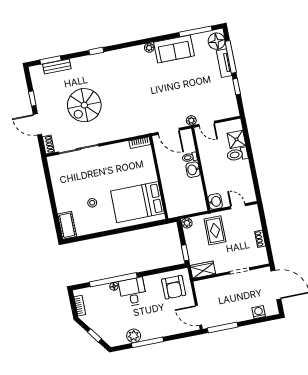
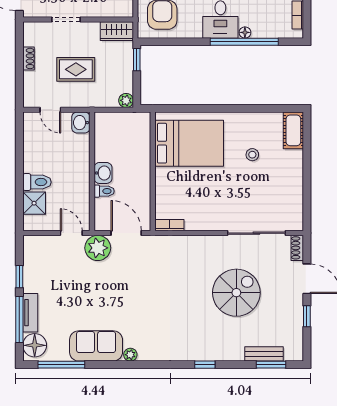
plant: (191, 120) -> (98, 248), width x1.88, depth x1.88
rug: (215, 230) -> (76, 69), moved, turned 90

